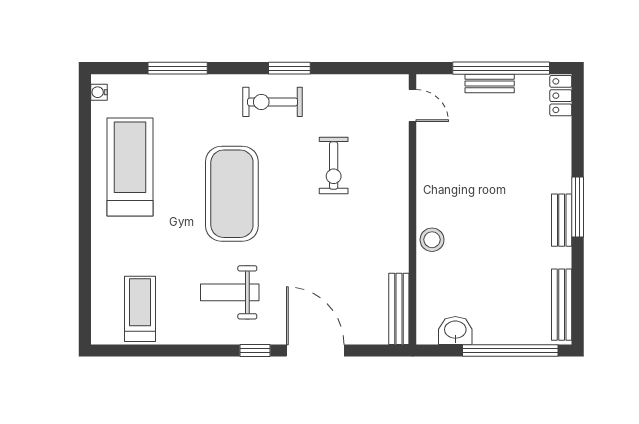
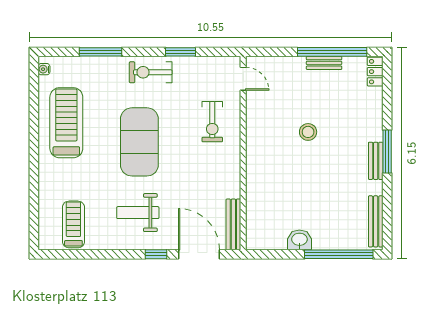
exercise bike: (273, 102) -> (151, 72), moved
door: (413, 106) -> (243, 79), moved
wall: (413, 209) -> (243, 153), moved
stool: (432, 240) -> (308, 132), moved
bench: (399, 309) -> (233, 224), moved

